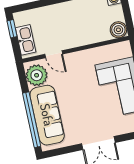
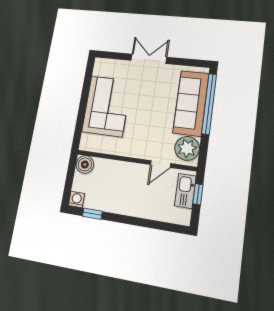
window: (12, 29) -> (198, 194), moved
door: (54, 54) -> (161, 164), swing flipped

